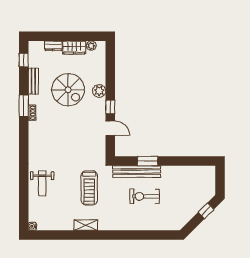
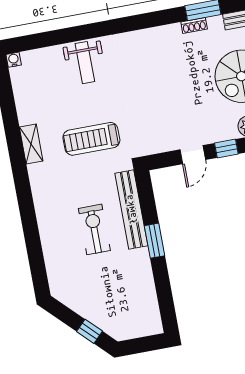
window: (148, 161) -> (154, 241), moved
weight bench: (42, 183) -> (85, 63), turned -90

